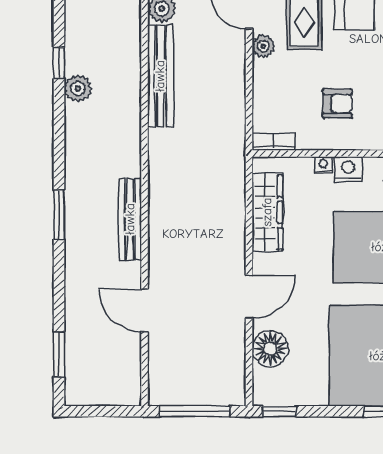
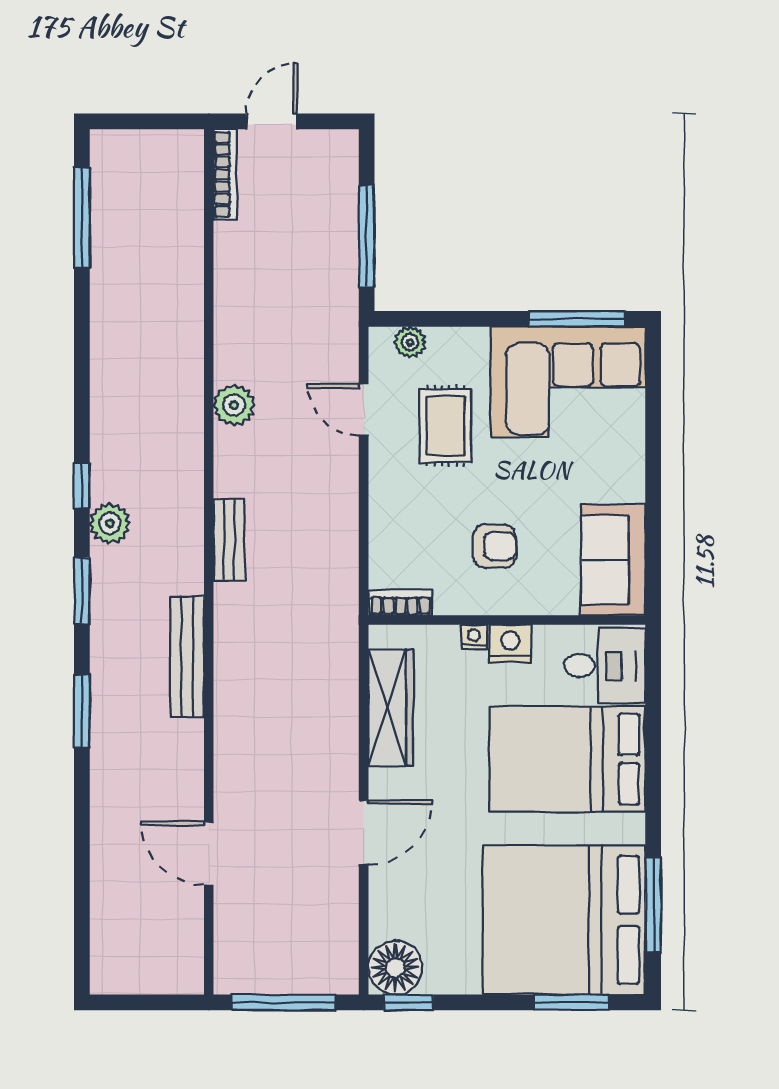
plant: (263, 46) -> (385, 461), removed
bench: (160, 76) -> (229, 540), width x0.54, depth x0.82
bench: (130, 219) -> (187, 657), moved
floor lamp: (270, 349) -> (395, 968), moved
window: (59, 355) -> (82, 591), moved

